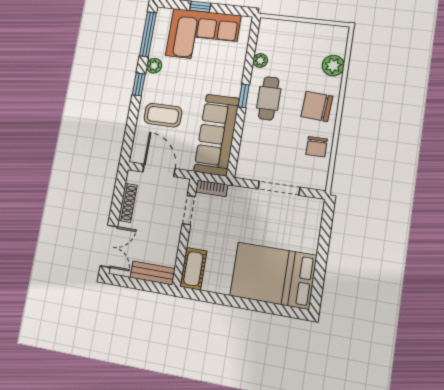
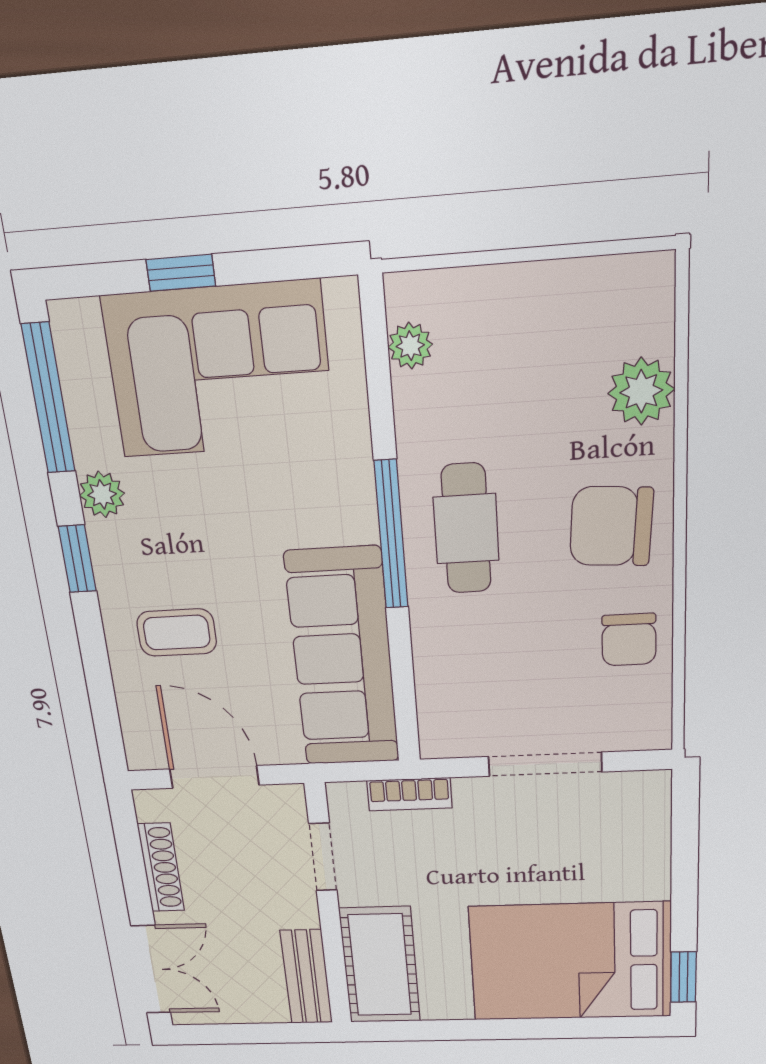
plant: (260, 60) -> (410, 346), moved
window: (244, 96) -> (391, 535), width x2.17
coffee table: (163, 115) -> (177, 633), width x0.73, depth x0.77
bookcase: (212, 188) -> (409, 794), moved
cot: (193, 269) -> (380, 965), width x1.37, depth x1.34
bench: (153, 273) -> (306, 977), moved, turned 90
window: (317, 292) -> (683, 977), added

